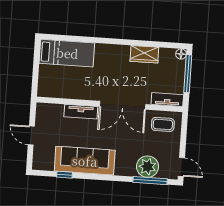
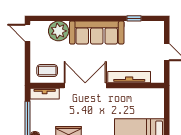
tv unit: (81, 112) -> (129, 77), width x1.41
sofa: (85, 161) -> (97, 33), moved
window: (150, 181) -> (55, 18), removed

